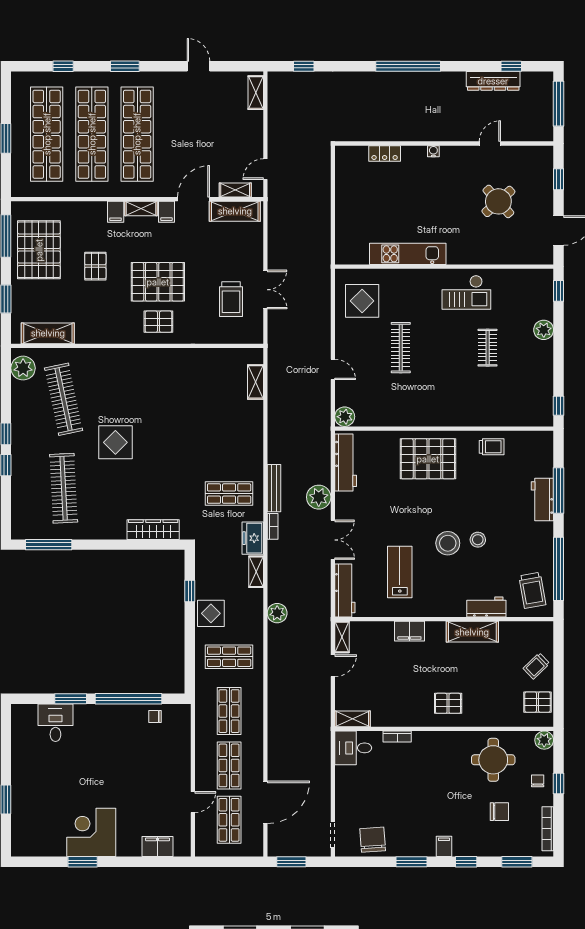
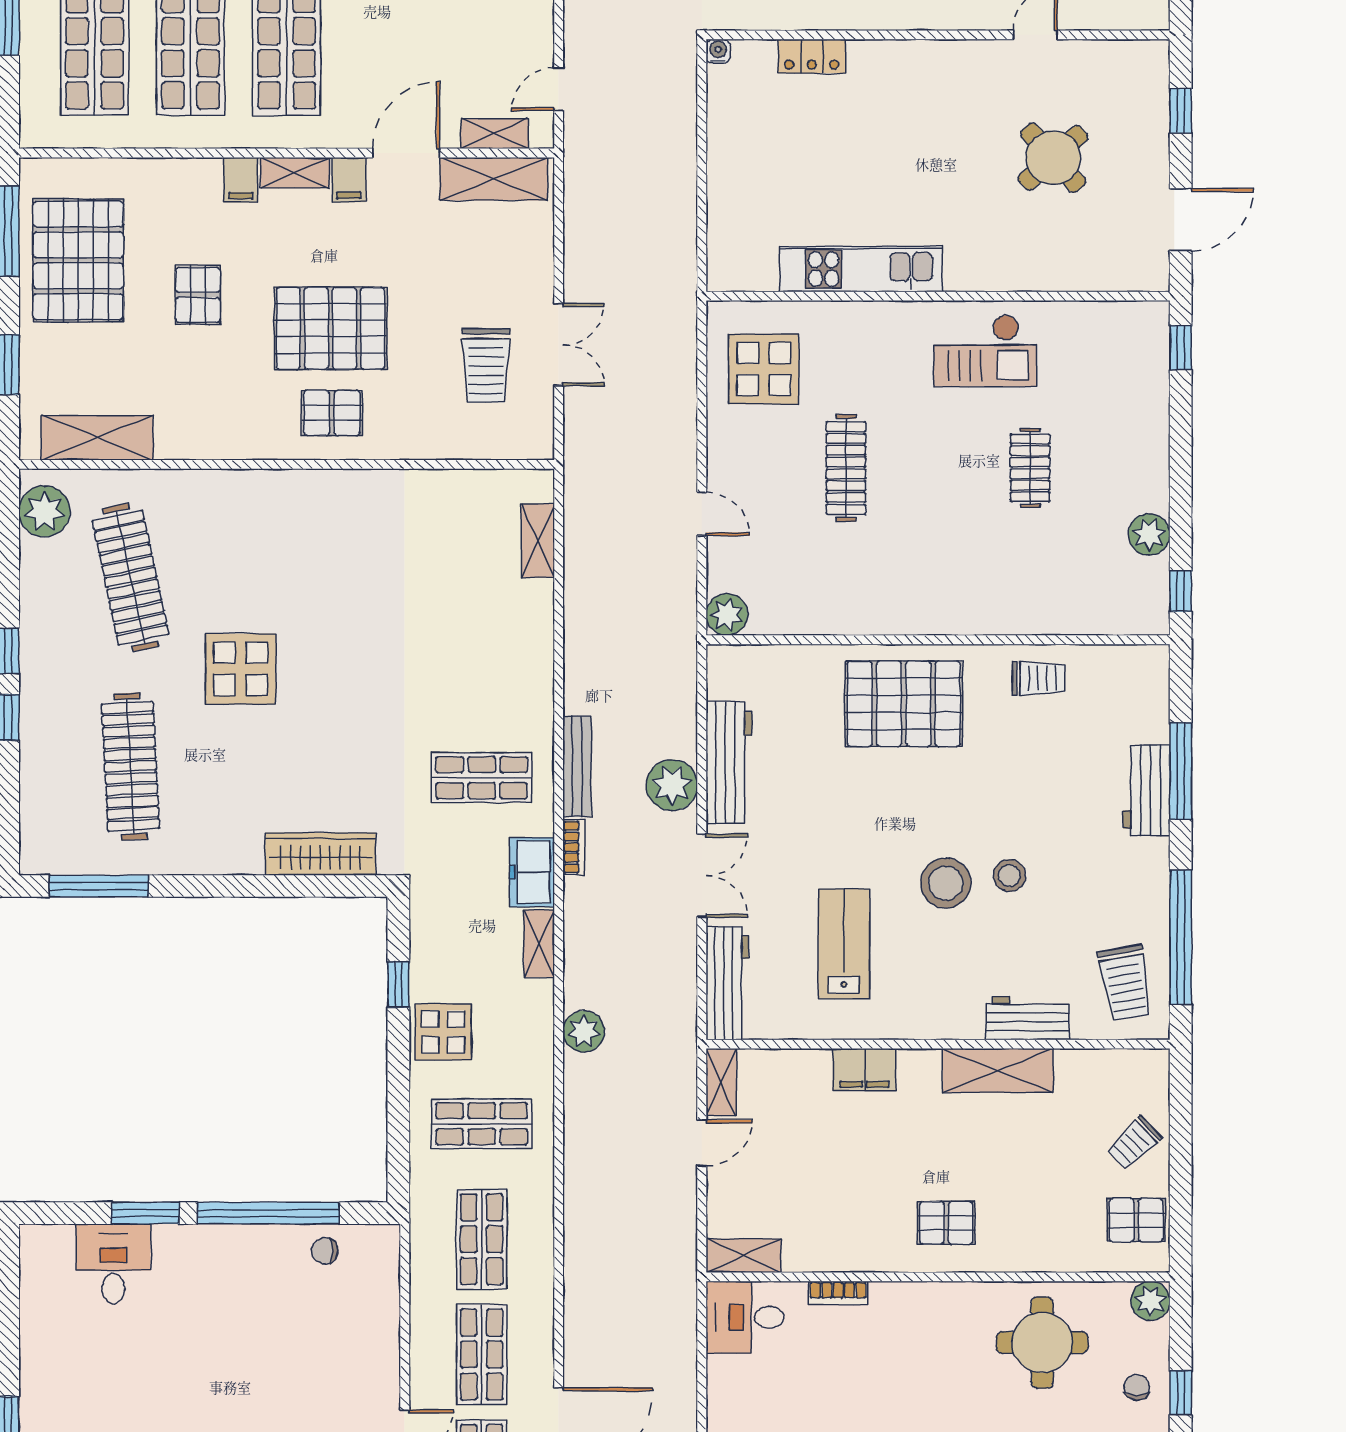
water cooler: (433, 151) -> (718, 51), moved
plant: (544, 330) -> (1149, 535), moved
workbench: (346, 463) -> (729, 762), moved

